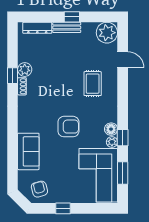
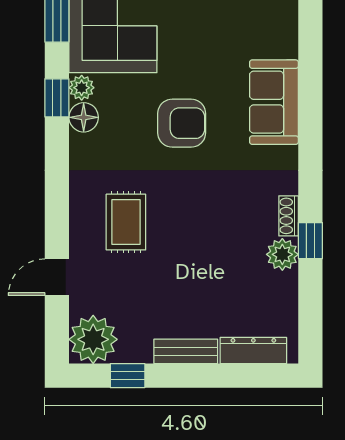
window: (72, 17) -> (128, 376), moved
door: (123, 60) -> (57, 277), hinge flipped
armchair: (68, 127) -> (182, 123), turned 180
sofa: (28, 151) -> (274, 102), moved

